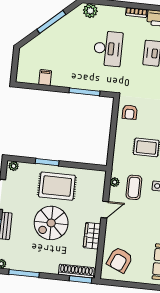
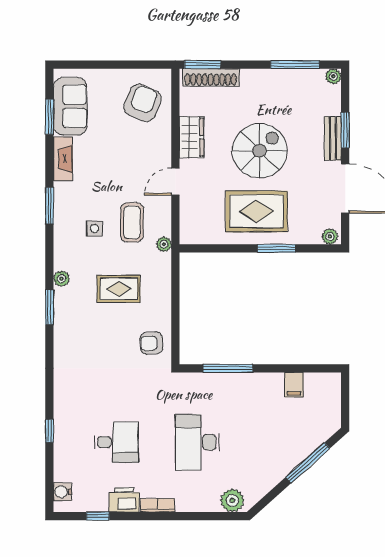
window: (51, 22) -> (308, 463), moved
armchair: (130, 112) -> (151, 343), turned -93
plant: (115, 182) -> (164, 244), moved

